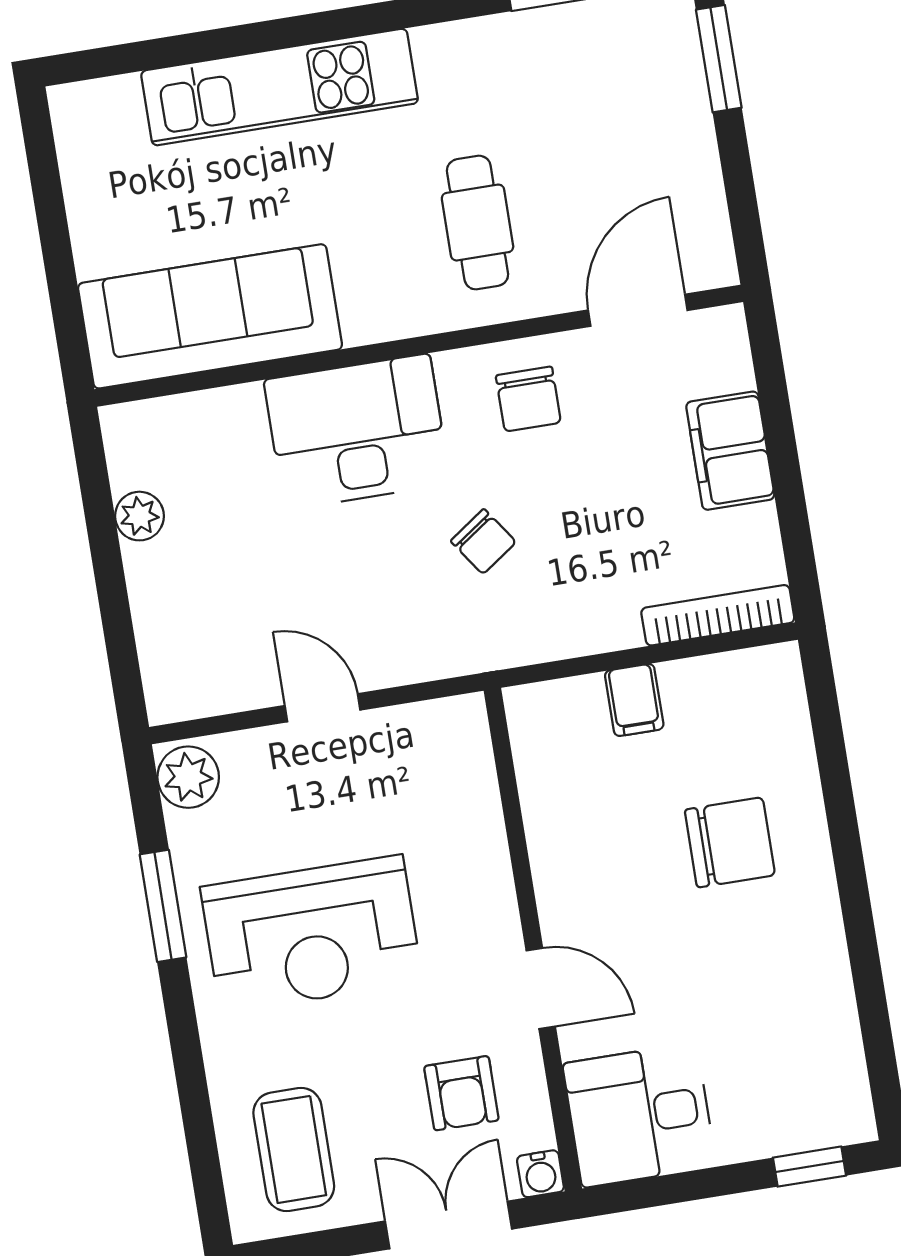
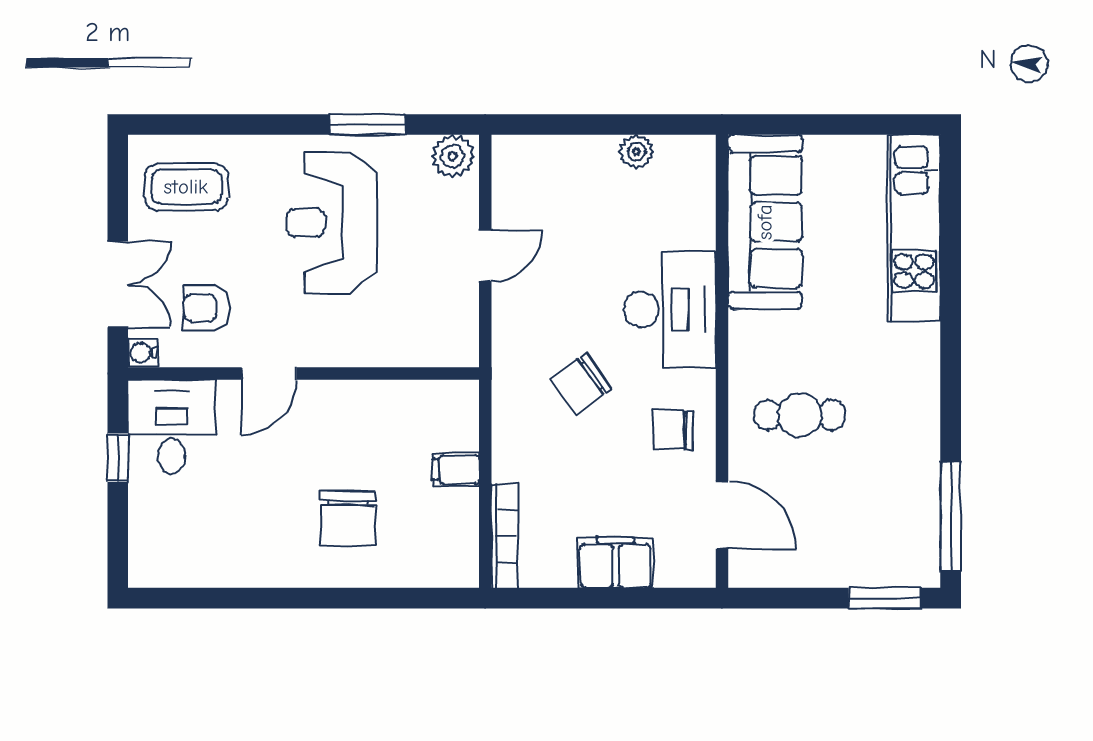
kitchen unit: (280, 87) -> (914, 228), moved
chair: (483, 542) -> (581, 384), width x1.37, depth x1.37
window: (810, 1167) -> (118, 458), moved

